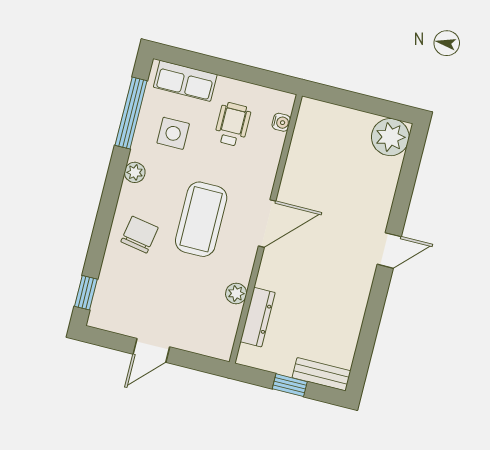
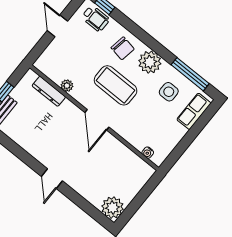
wheelchair: (233, 124) -> (96, 18), moved
plant: (135, 172) -> (150, 62), width x1.87, depth x1.87

